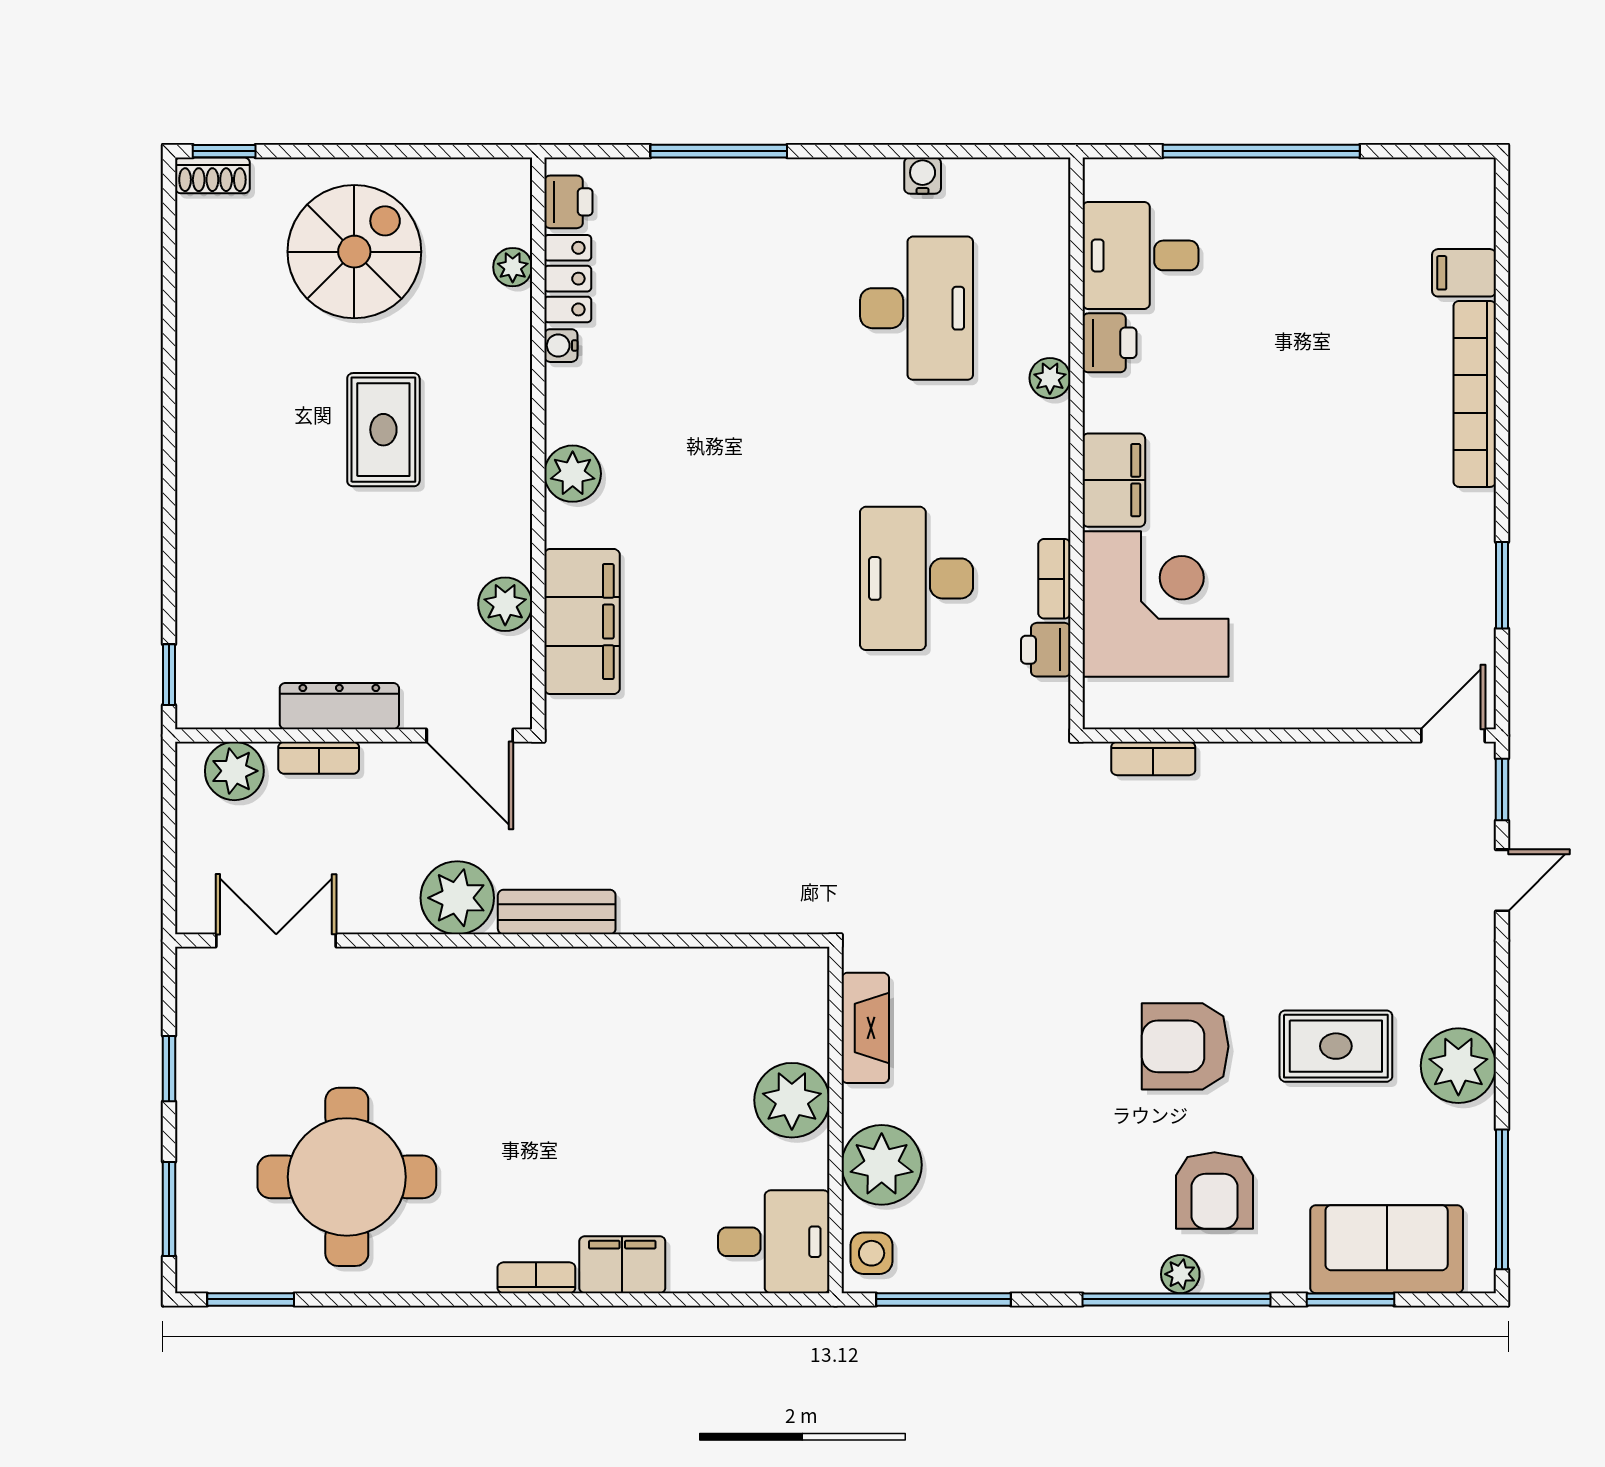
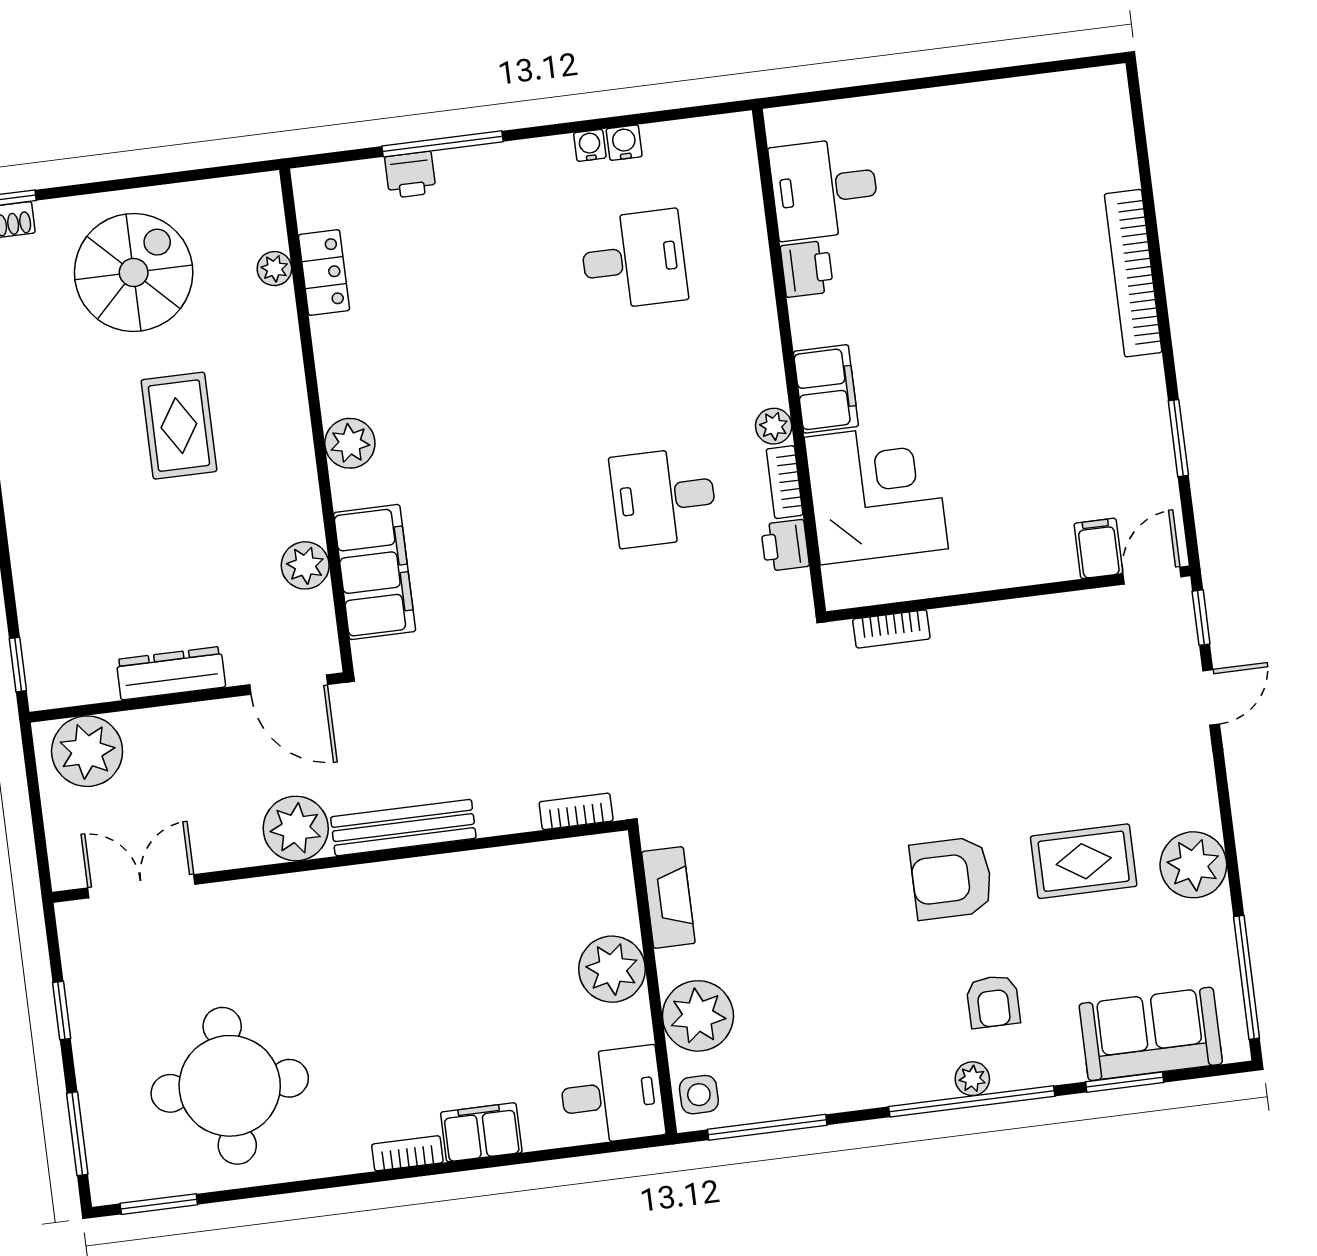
window: (1261, 151) -> (919, 84), removed
printer: (568, 202) -> (410, 175), moved, turned 90
filing cabinet: (1464, 273) -> (1098, 548), moved, turned 90
desk: (917, 308) -> (634, 260), width x0.73
water cooler: (561, 346) -> (590, 145), moved, turned 90
plant: (1050, 378) -> (774, 426), moved
desk: (917, 578) -> (664, 497), width x0.73
bookcase: (319, 758) -> (576, 811), moved, turned 180
plant: (234, 771) -> (87, 751), width x1.36, depth x1.36
bench: (557, 912) -> (403, 828), width x1.36
armchair: (1214, 1191) -> (993, 1002), width x0.72, depth x0.72

